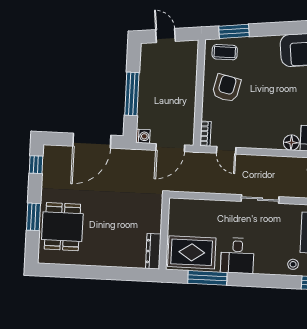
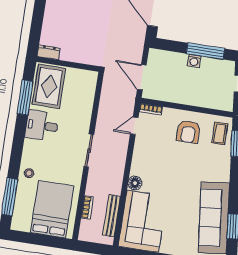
armchair: (226, 88) -> (188, 132), turned 77
window: (132, 94) -> (205, 51), moved
washing machine: (143, 136) -> (194, 61), moved
dresser: (153, 251) -> (49, 52), width x0.70

